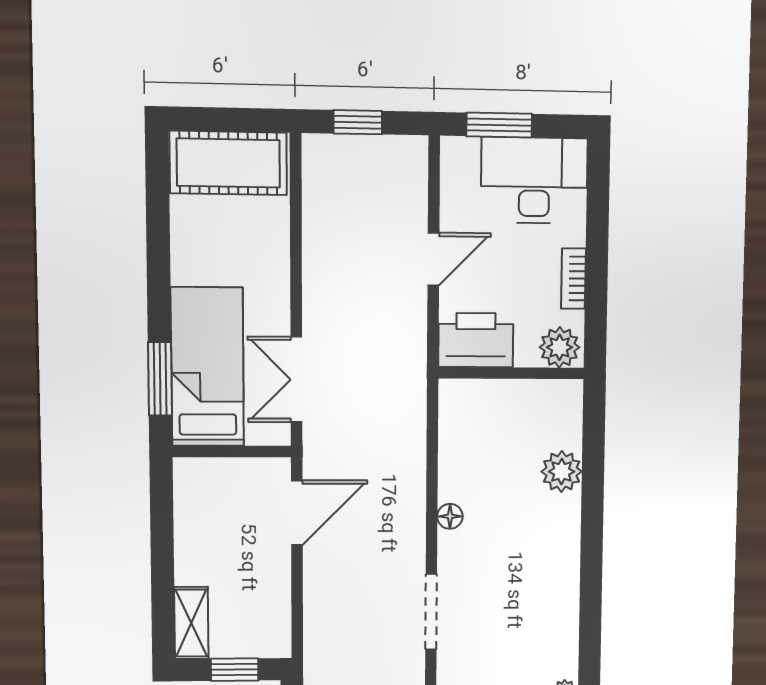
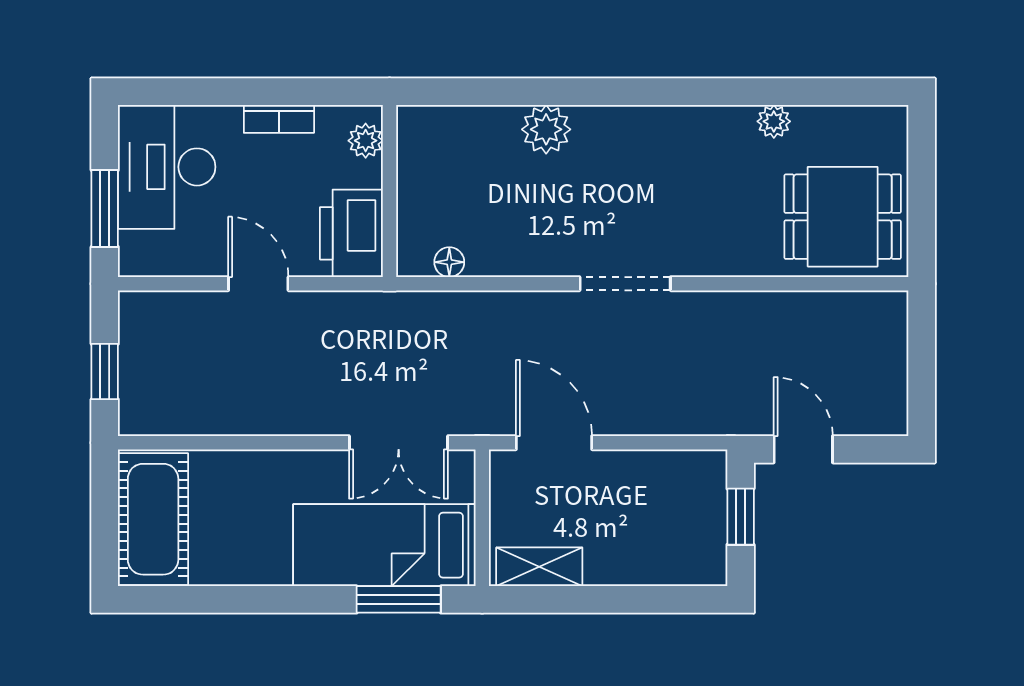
plant: (560, 347) -> (366, 141), width x0.73, depth x0.73
plant: (562, 472) -> (546, 129), moved
floor lamp: (450, 516) -> (449, 262), moved
doorway: (431, 612) -> (625, 284), moved
shelving: (191, 623) -> (539, 567), moved

